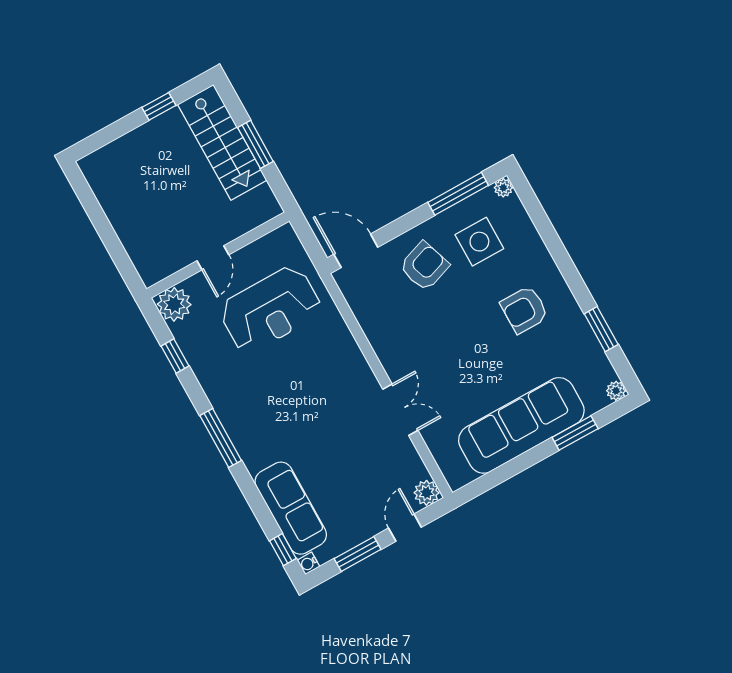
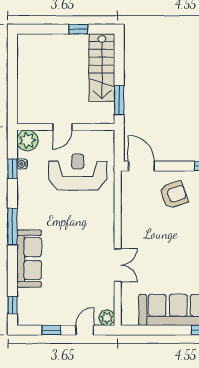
window: (255, 144) -> (119, 100), moved
reception desk: (270, 309) -> (78, 172), turned 180
sofa: (291, 508) -> (29, 259), moved
window: (358, 554) -> (51, 330), width x0.67
water cooler: (308, 563) -> (22, 164), moved

